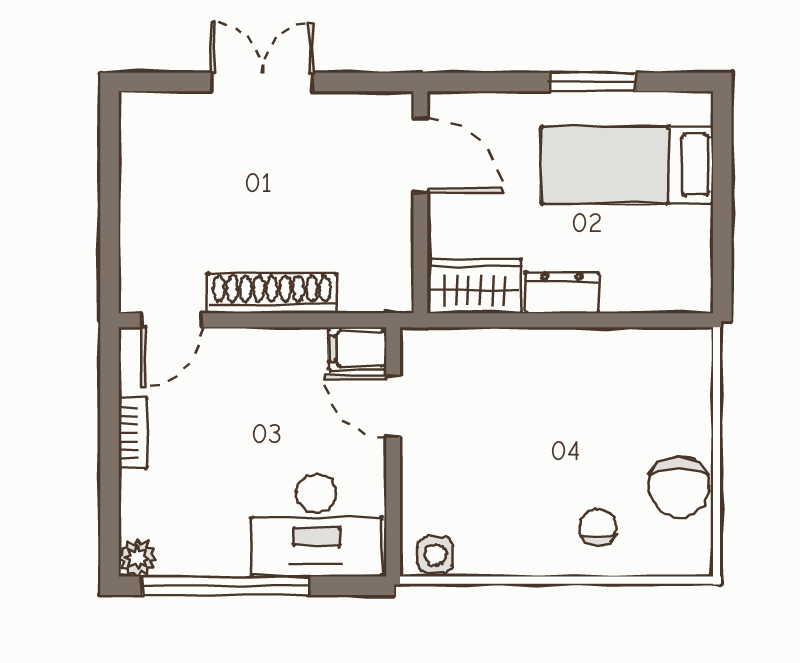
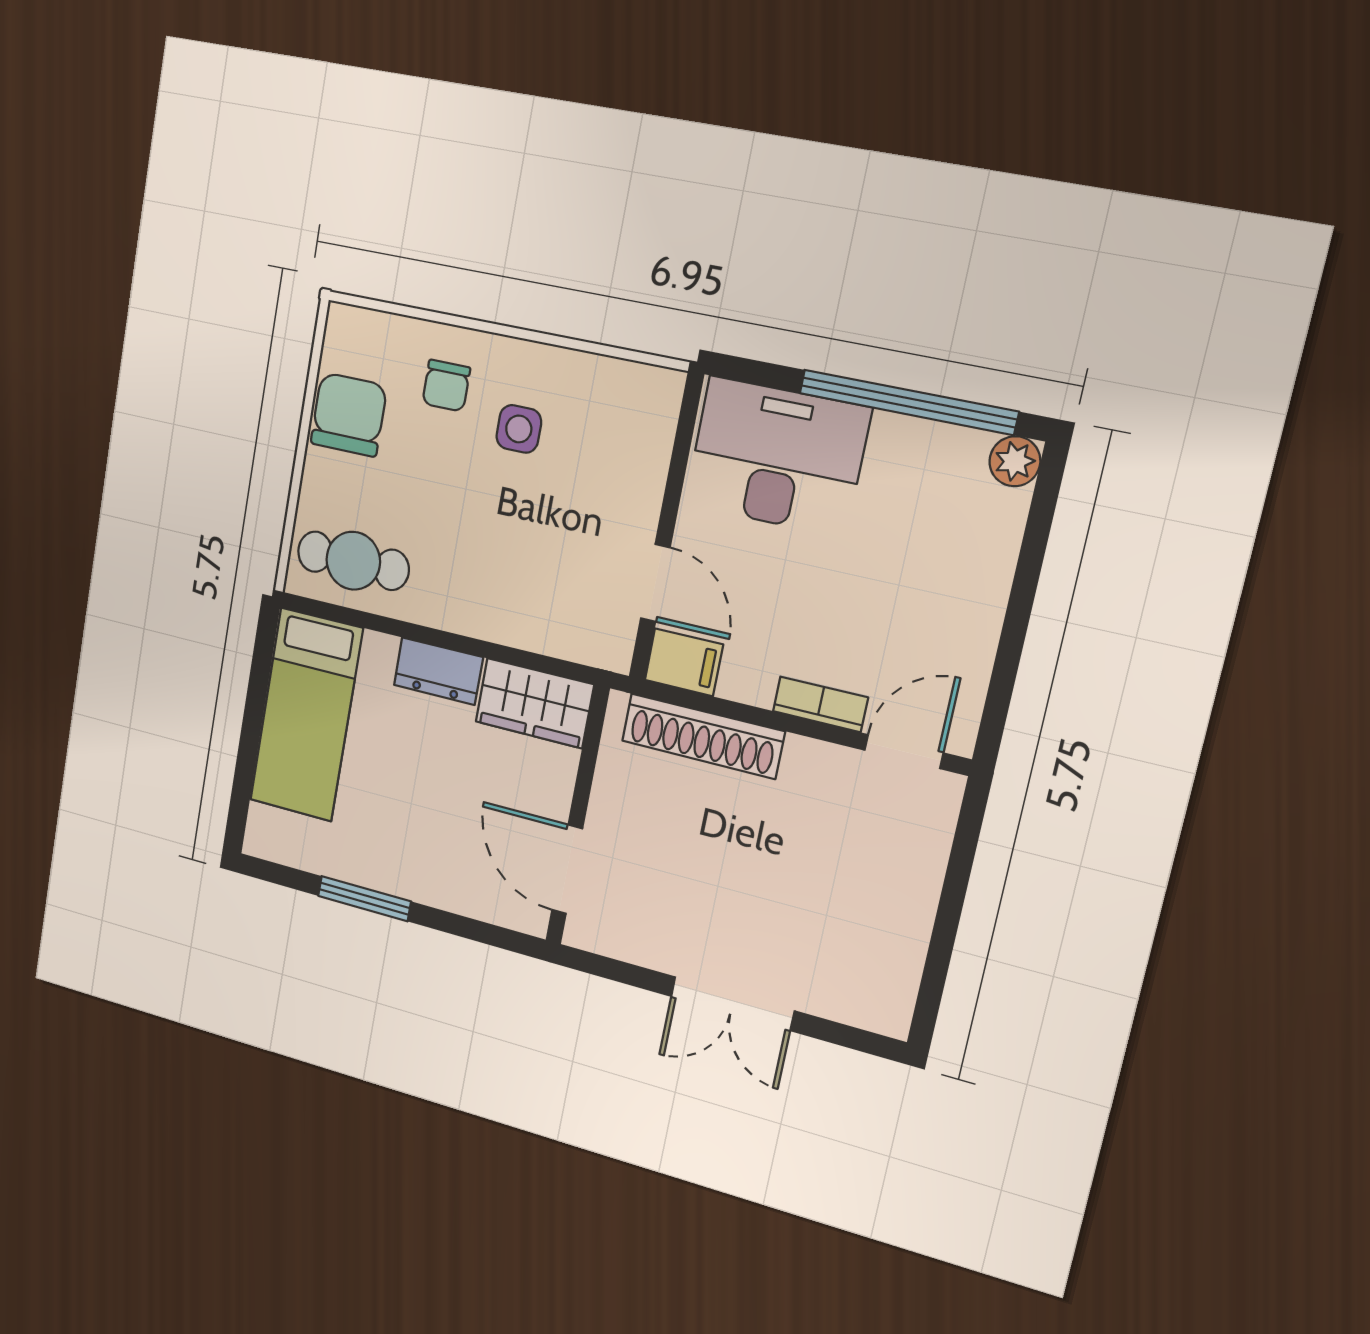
bed: (627, 165) -> (306, 715), moved, turned 90
shoe rack: (272, 293) -> (703, 736), moved
cafe table: (654, 367) -> (353, 561), added
bookcase: (133, 433) -> (820, 704), moved, turned 90
side table: (435, 555) -> (519, 429), moved

